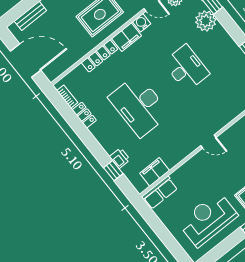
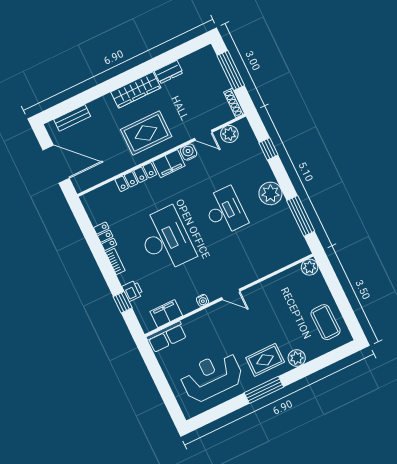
plant: (206, 21) -> (270, 193), moved
bookcase: (67, 97) -> (115, 262), moved
desk: (139, 106) -> (166, 239), turned 180
water cooler: (184, 153) -> (203, 300), added

